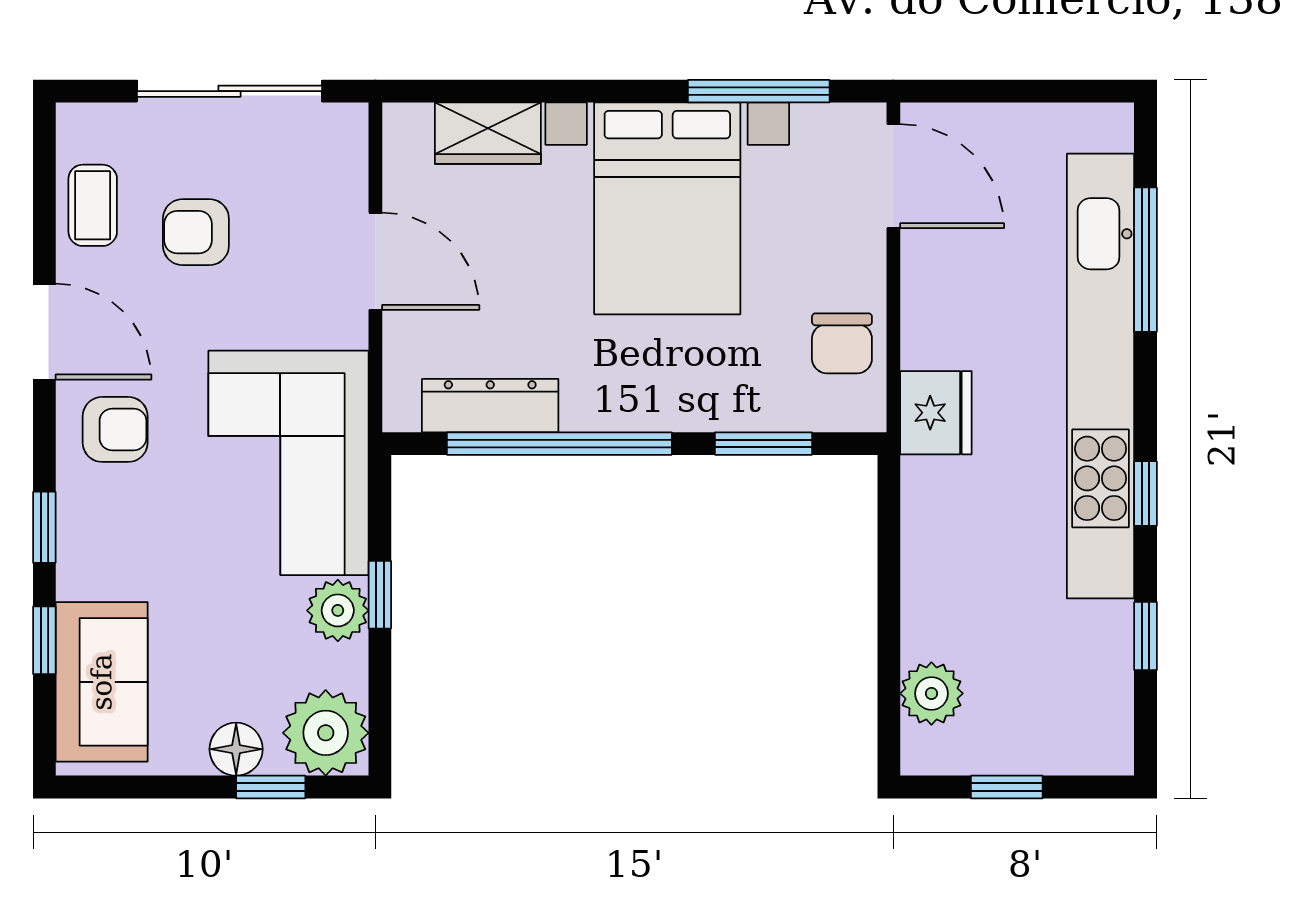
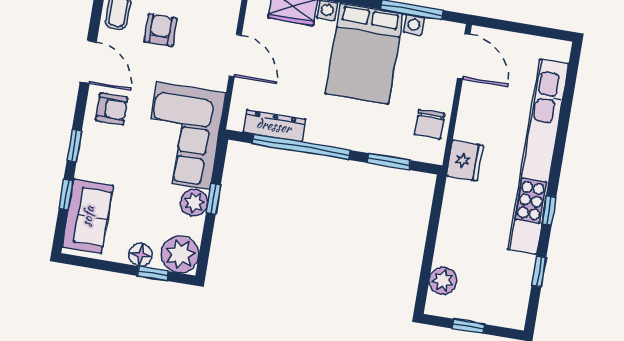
armchair: (196, 232) -> (160, 30), turned 90
window: (1145, 260) -> (566, 110), removed

